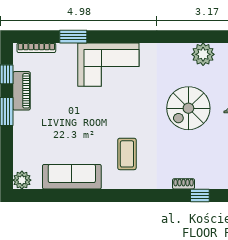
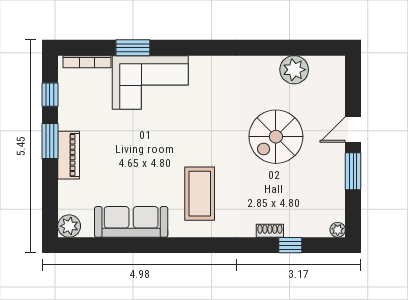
corner sofa: (108, 65) -> (150, 82), moved
piano: (22, 91) -> (69, 155), moved
coffee table: (127, 154) -> (200, 194), width x1.36, depth x1.32

